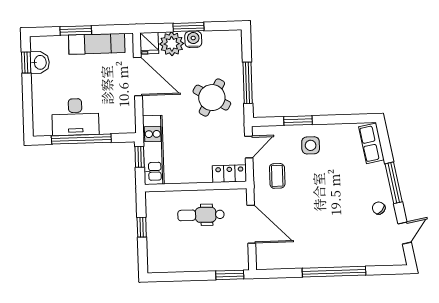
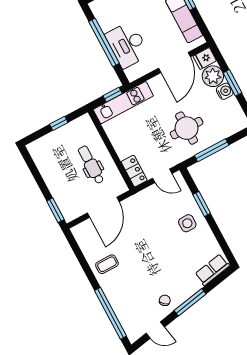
round table: (212, 98) -> (187, 128), turned -30
desk: (75, 117) -> (127, 45), moved
coffee table: (277, 176) -> (107, 264), moved
window: (334, 272) -> (111, 313), moved

